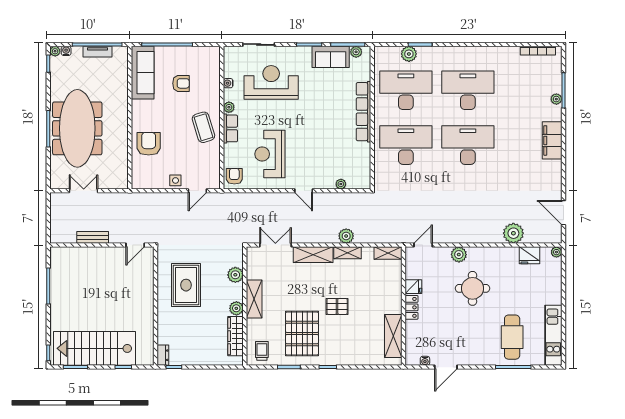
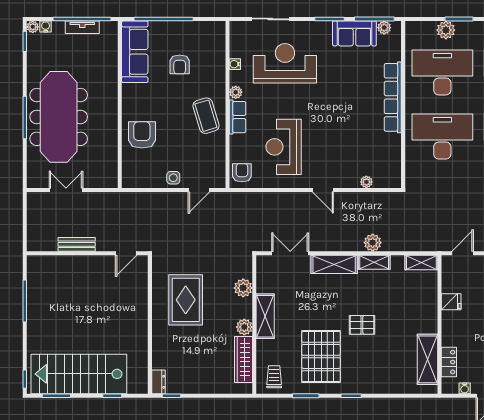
armchair: (181, 83) -> (180, 64), turned 90
locker: (412, 307) -> (449, 362), moved

